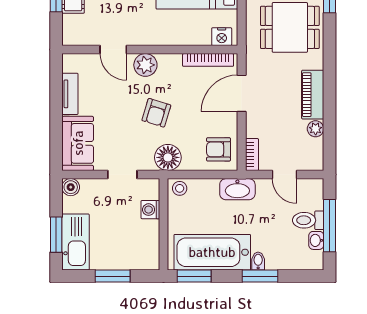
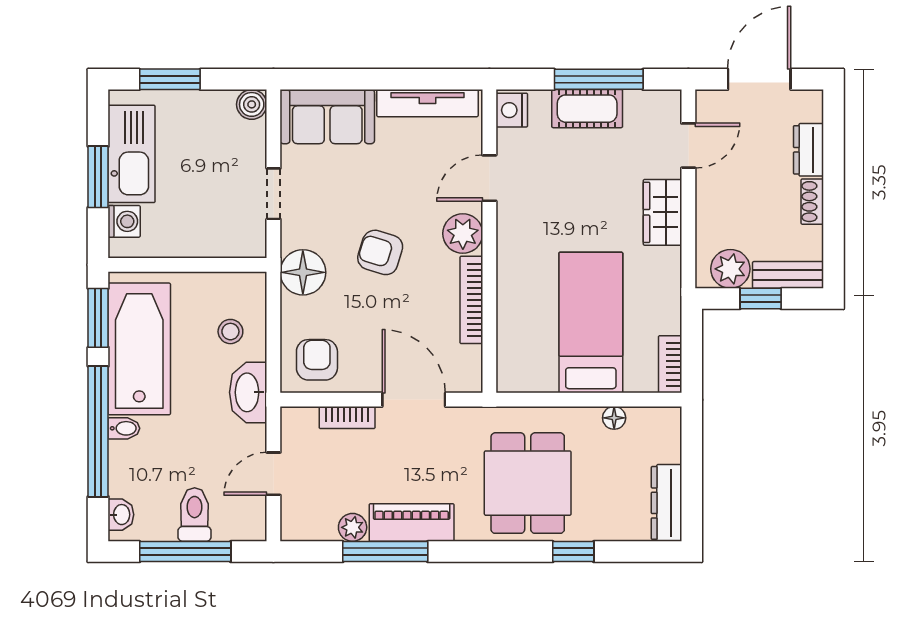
nightstand: (222, 37) -> (512, 110), moved
bookcase: (208, 60) -> (471, 300), moved
tv unit: (70, 94) -> (428, 103), width x1.41
window: (329, 110) -> (385, 552), added
bookcase: (252, 155) -> (347, 418), moved
stool: (180, 188) -> (230, 332), moved
washing machine: (150, 210) -> (124, 221), moved, turned 90
washbasin: (316, 240) -> (121, 515), moved, turned 90
kitchen sink: (76, 242) -> (132, 154), moved, turned -90
window: (260, 276) -> (98, 431), width x2.11

